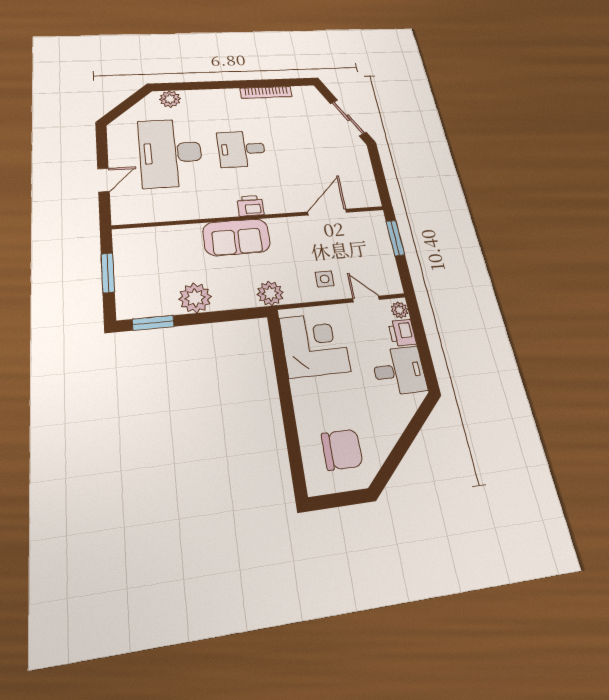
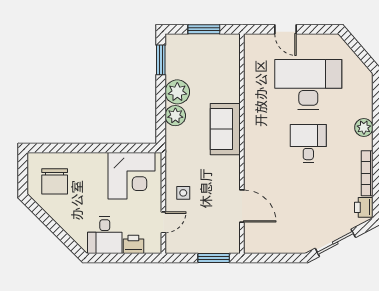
plant: (170, 99) -> (364, 127), moved
printer: (250, 206) -> (364, 207), moved, turned 180
plant: (270, 293) -> (175, 116), moved
plant: (400, 310) -> (152, 247), removed

